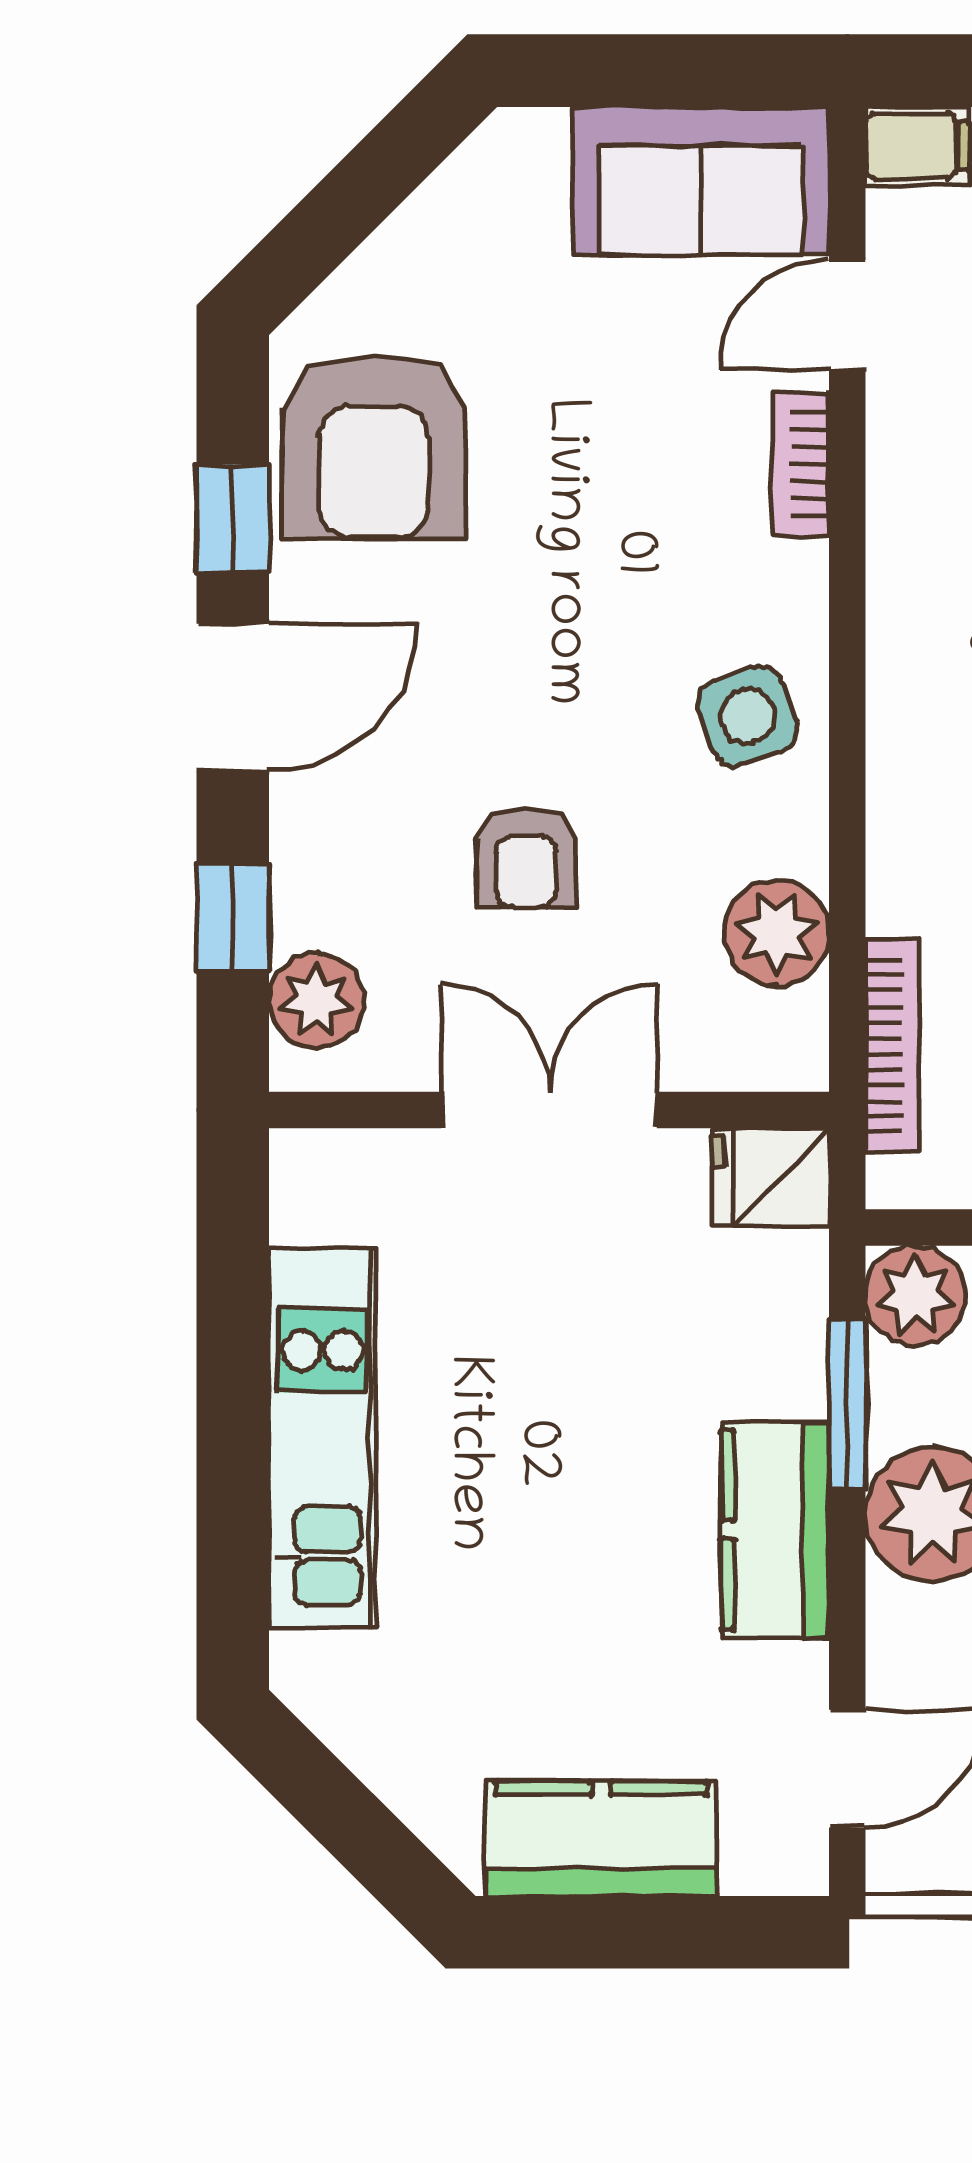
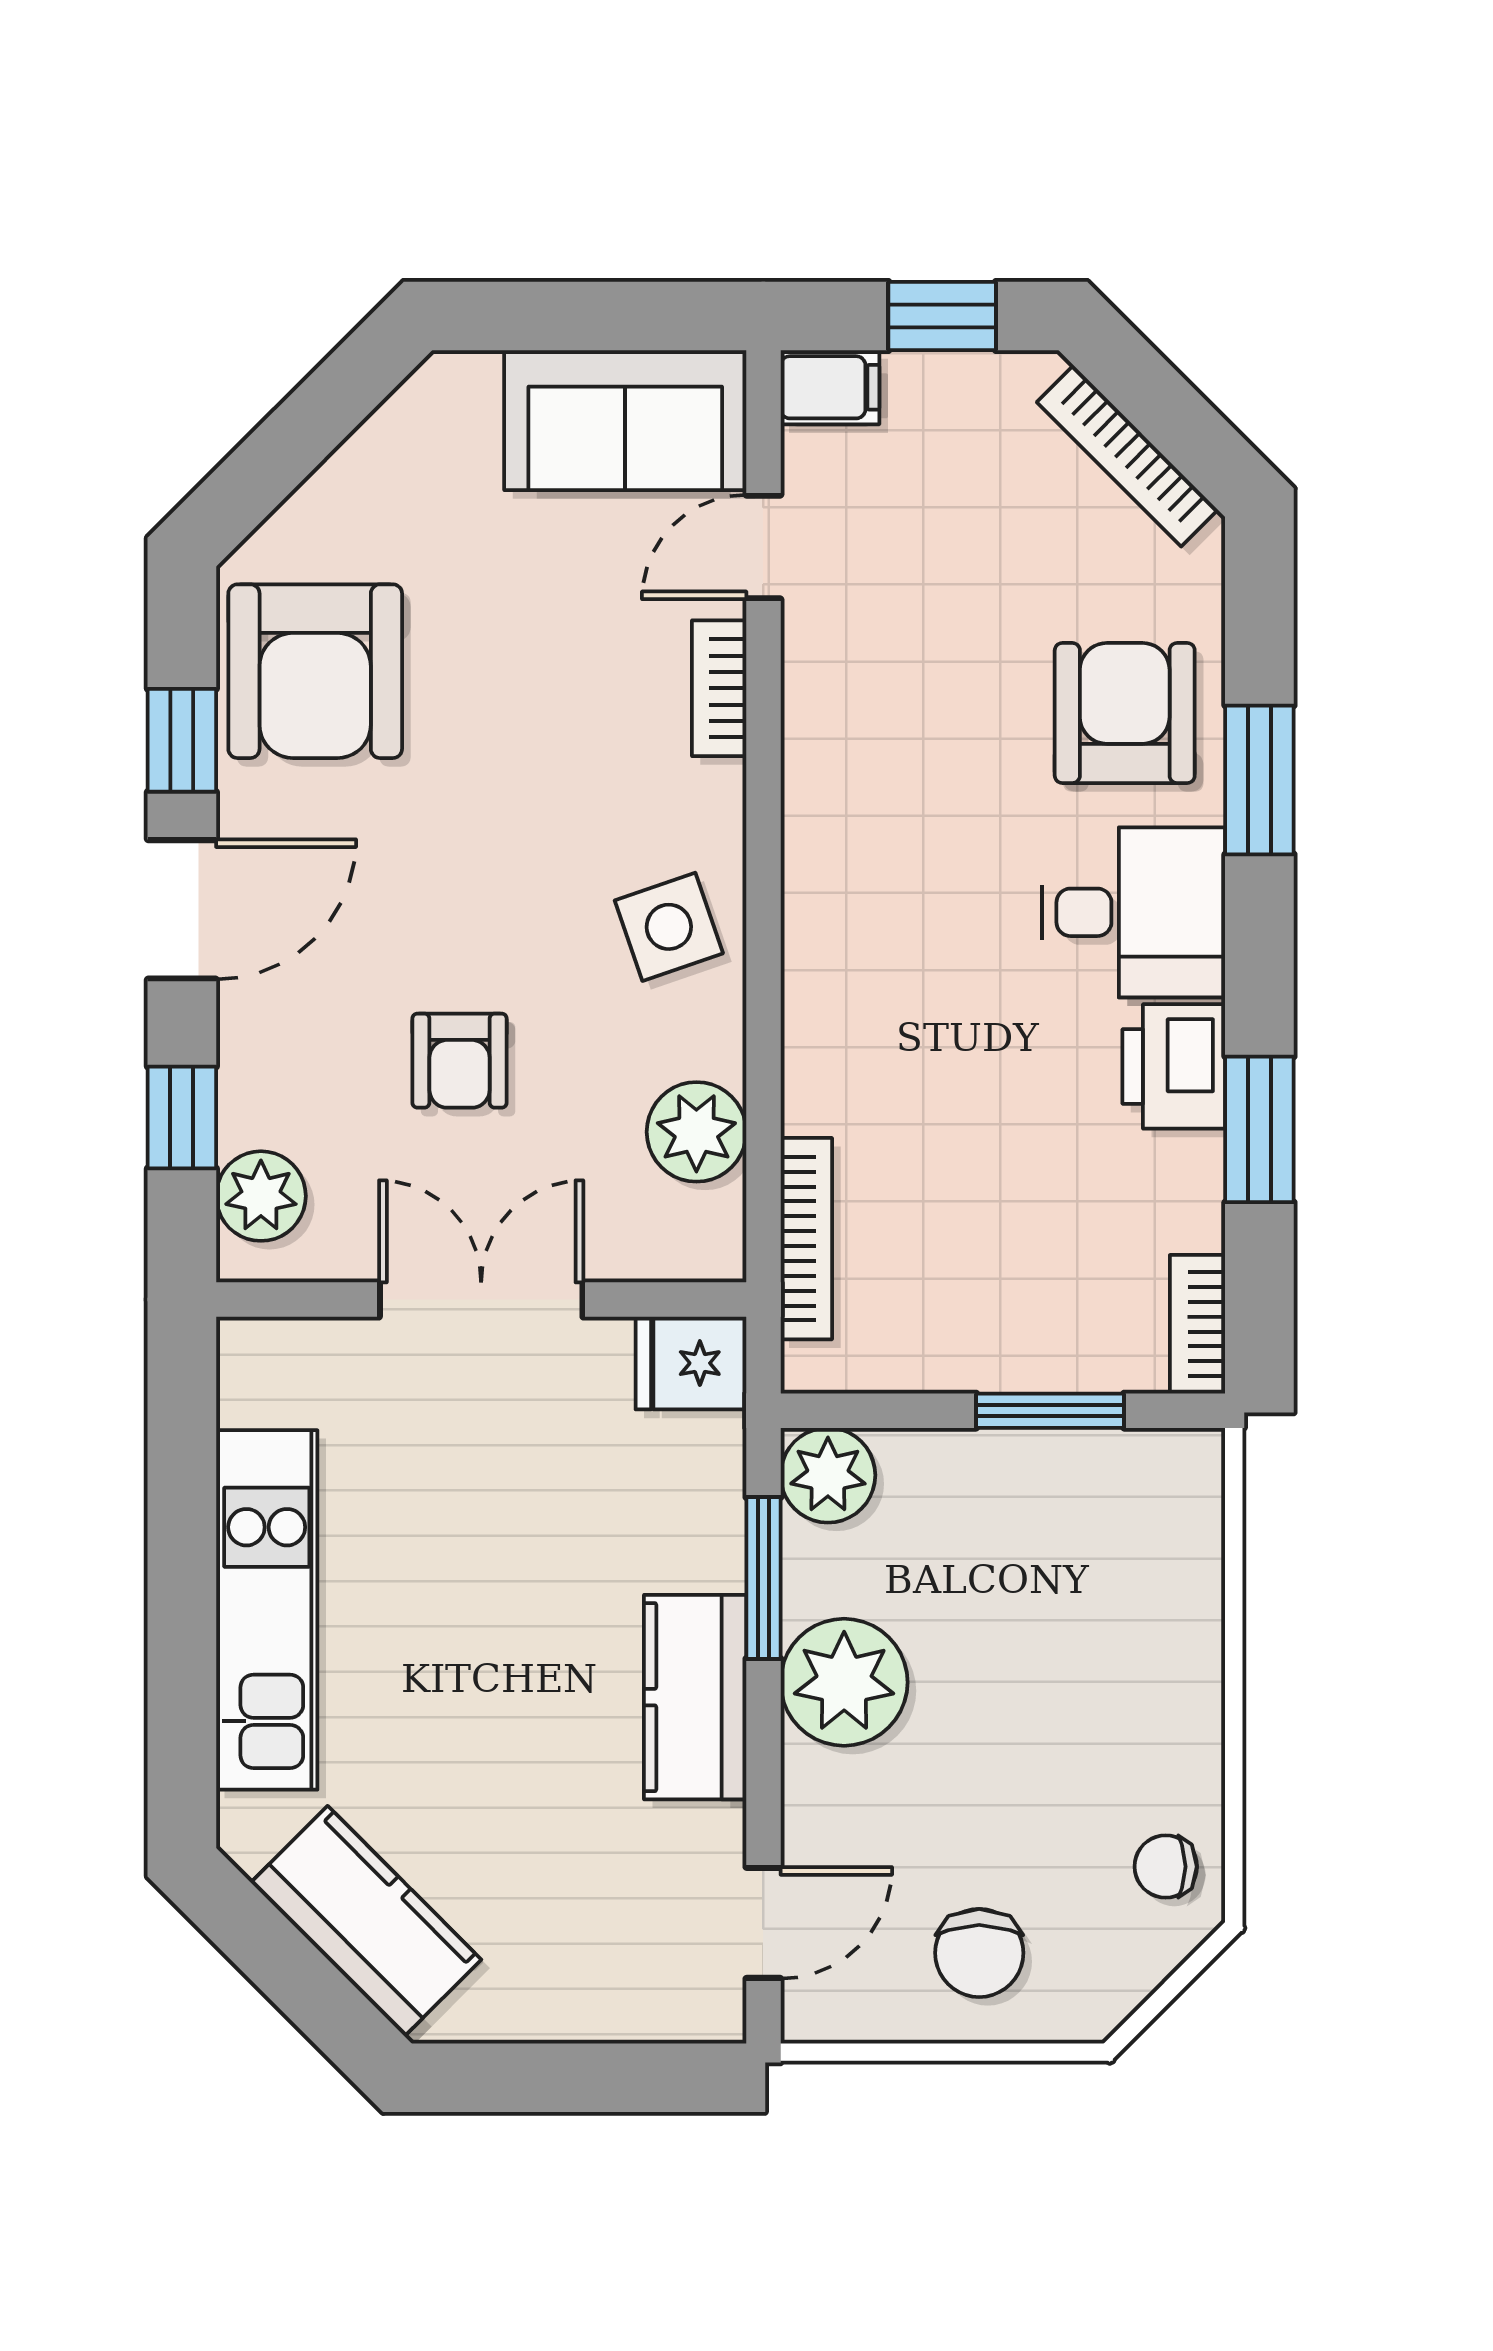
kitchen counter: (601, 1839) -> (366, 1921), moved, turned 45

